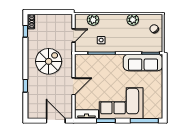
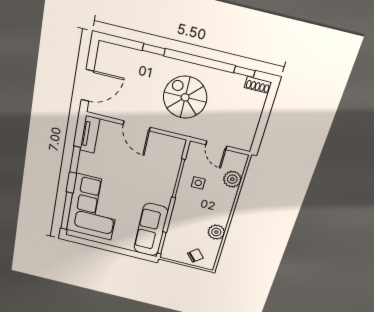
spiral stairs: (49, 61) -> (185, 97), turned 180
corner sofa: (121, 103) -> (94, 207), moved

